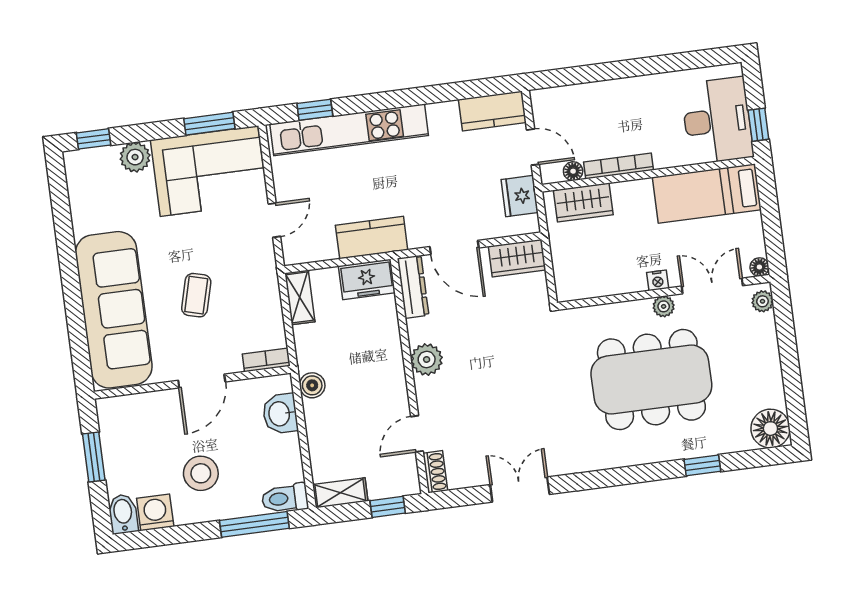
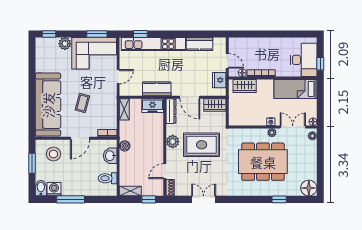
kitchen counter: (492, 111) -> (199, 44), moved
rug: (498, 358) -> (202, 145), added
stool: (201, 473) -> (54, 154), moved
toilet: (285, 498) -> (108, 178), moved
window: (254, 524) -> (71, 199), moved

